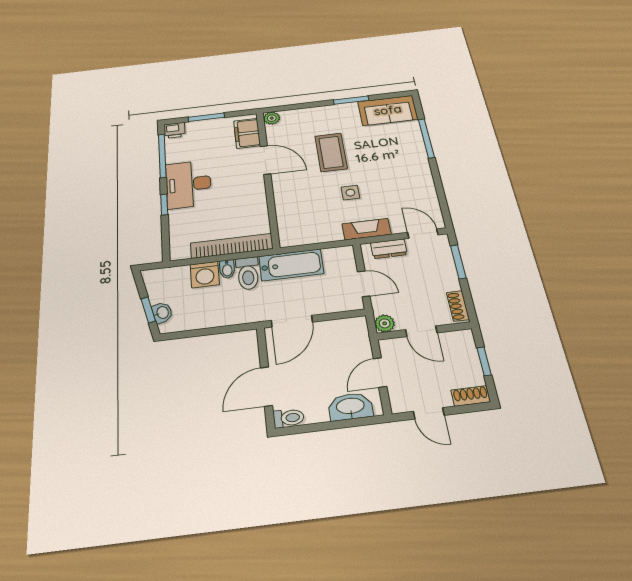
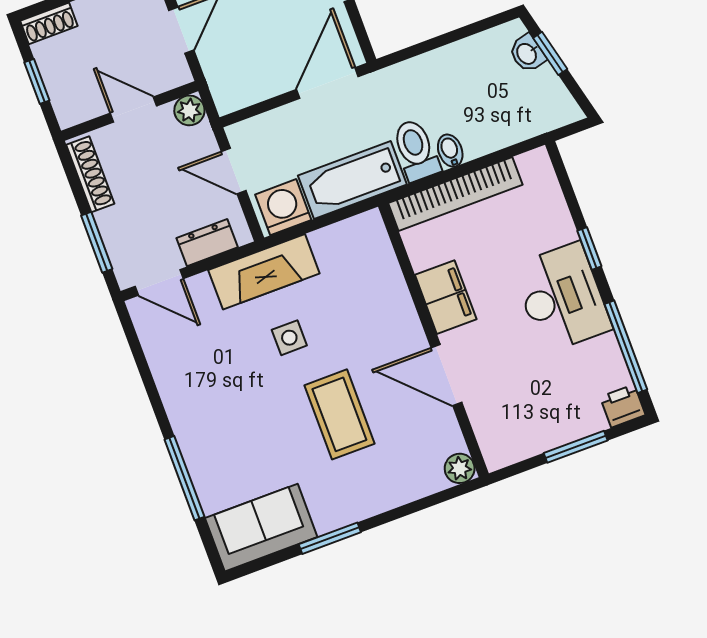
filing cabinet: (247, 133) -> (446, 297), moved
fireplace: (366, 229) -> (264, 272), width x1.37, depth x1.32
washing machine: (205, 275) -> (283, 207), moved
shoe rack: (458, 306) -> (90, 174), width x1.43

